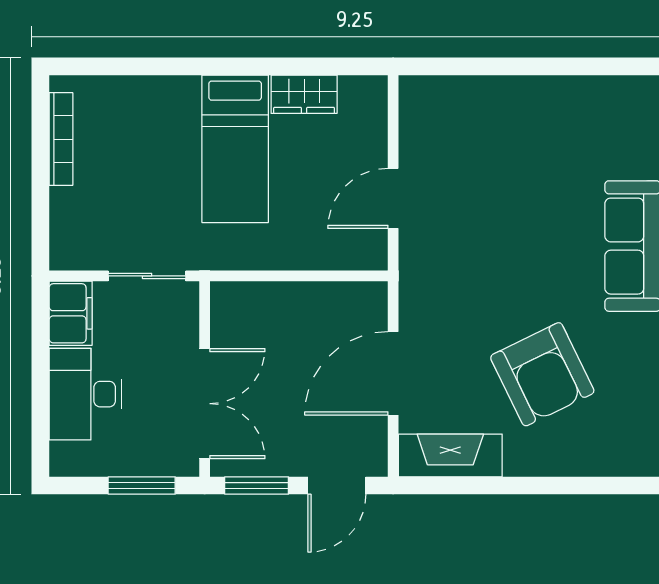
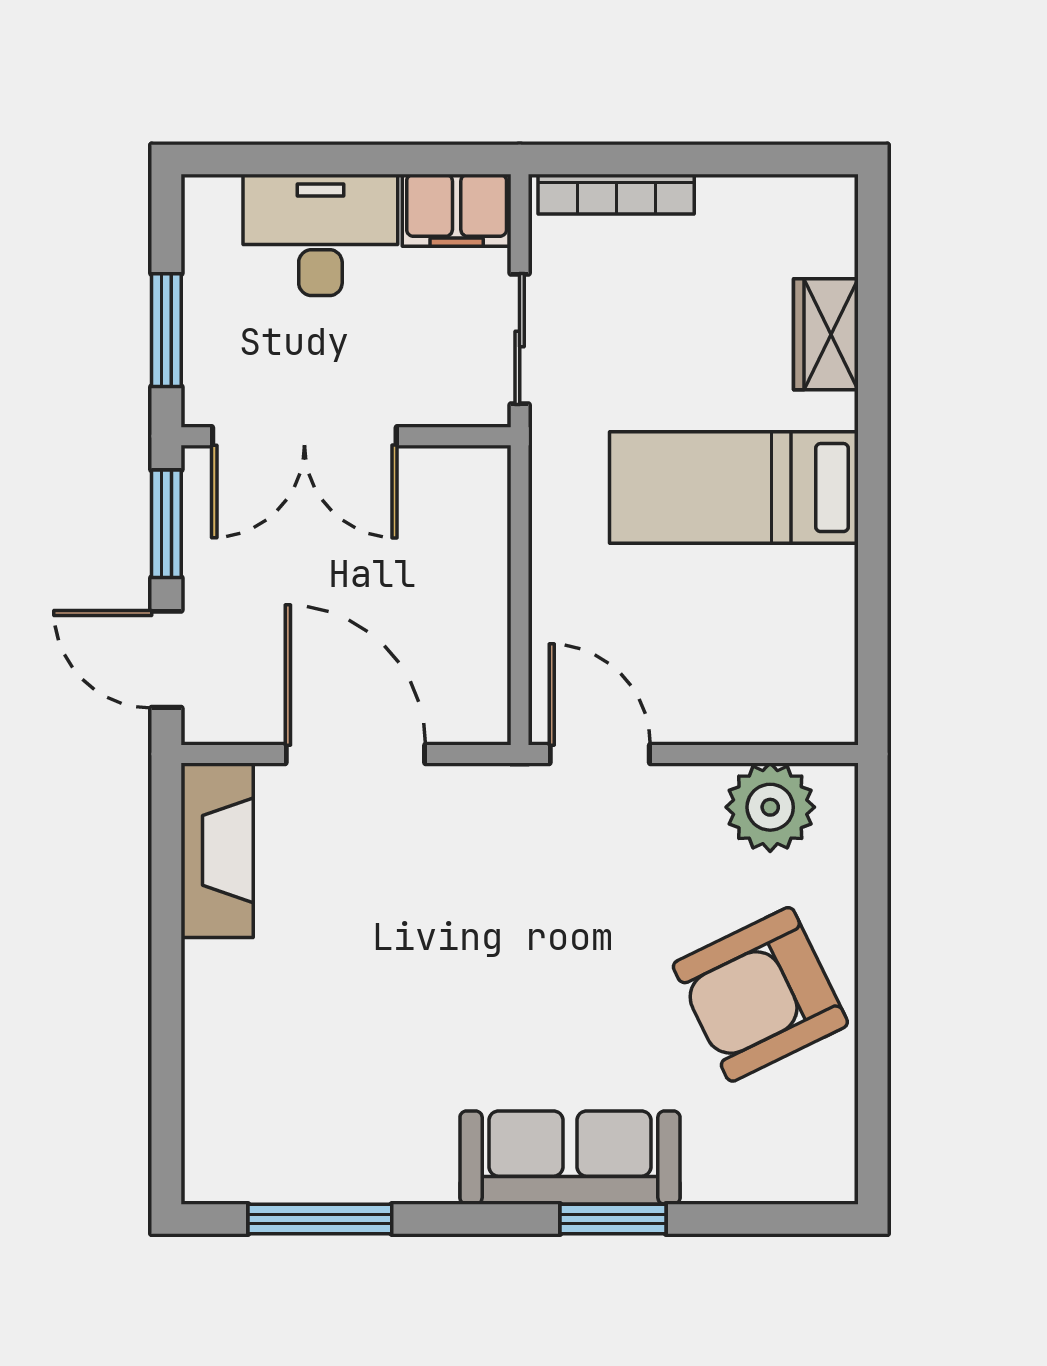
wardrobe: (304, 94) -> (826, 334), moved
plant: (425, 127) -> (770, 807), added
bookcase: (61, 139) -> (616, 194), moved
door: (393, 198) -> (600, 754), moved
armchair: (542, 374) -> (760, 994), moved

